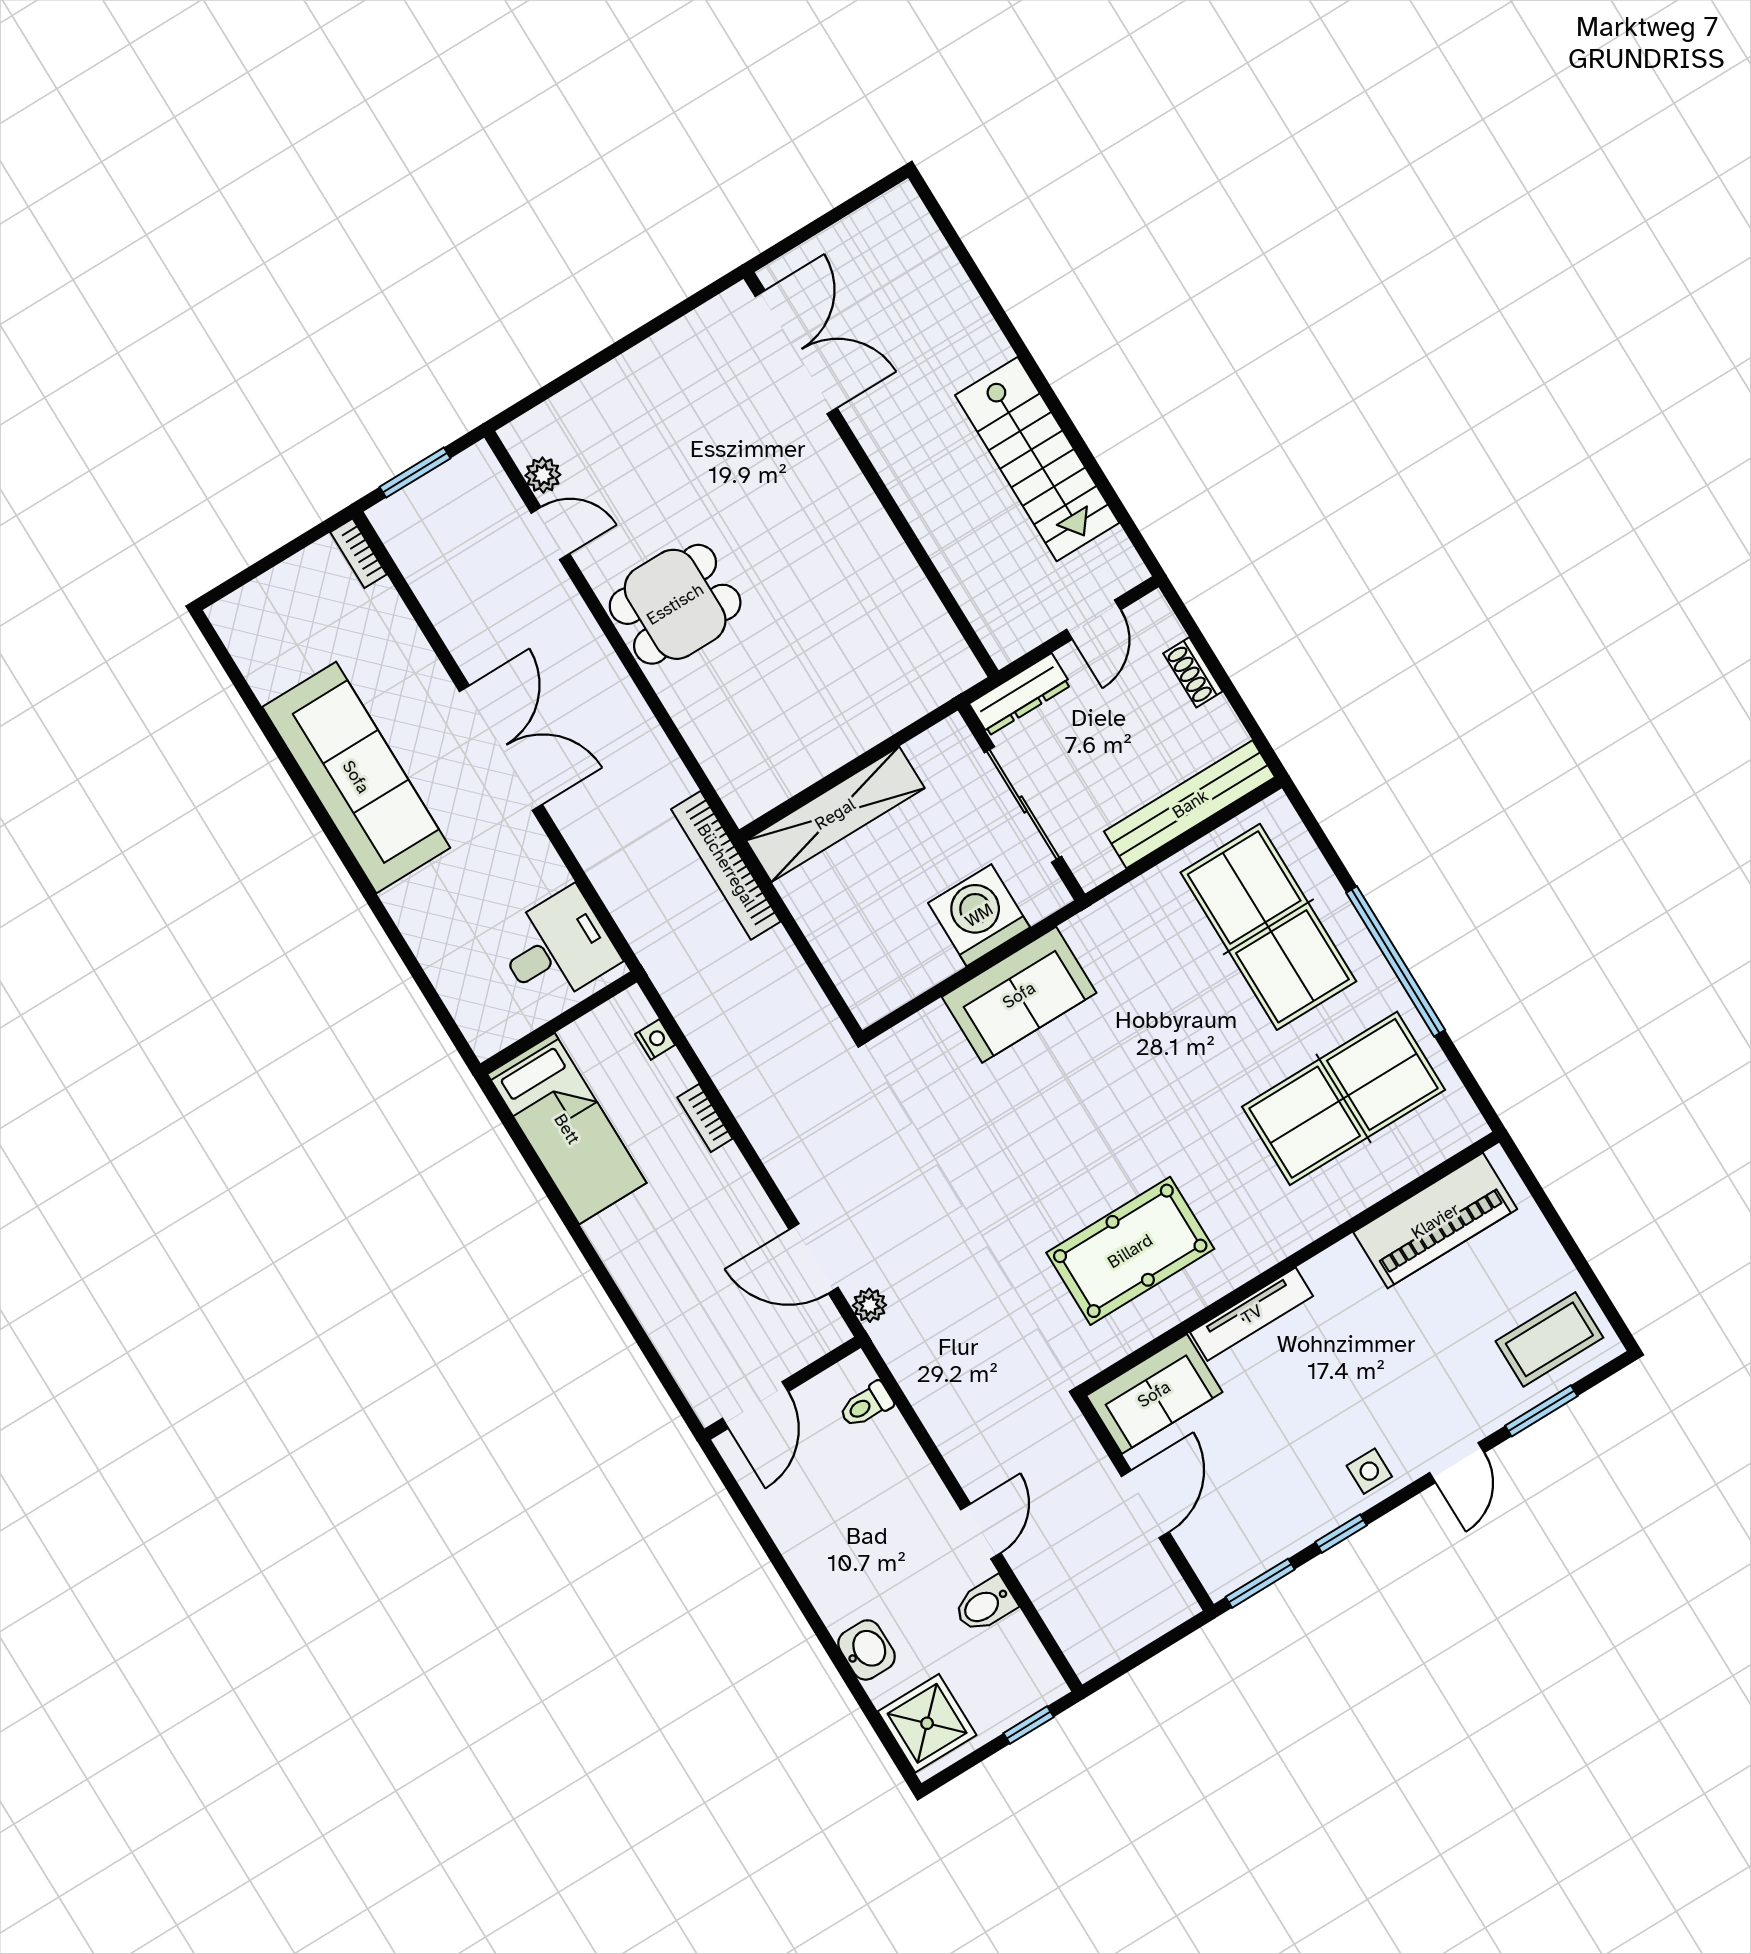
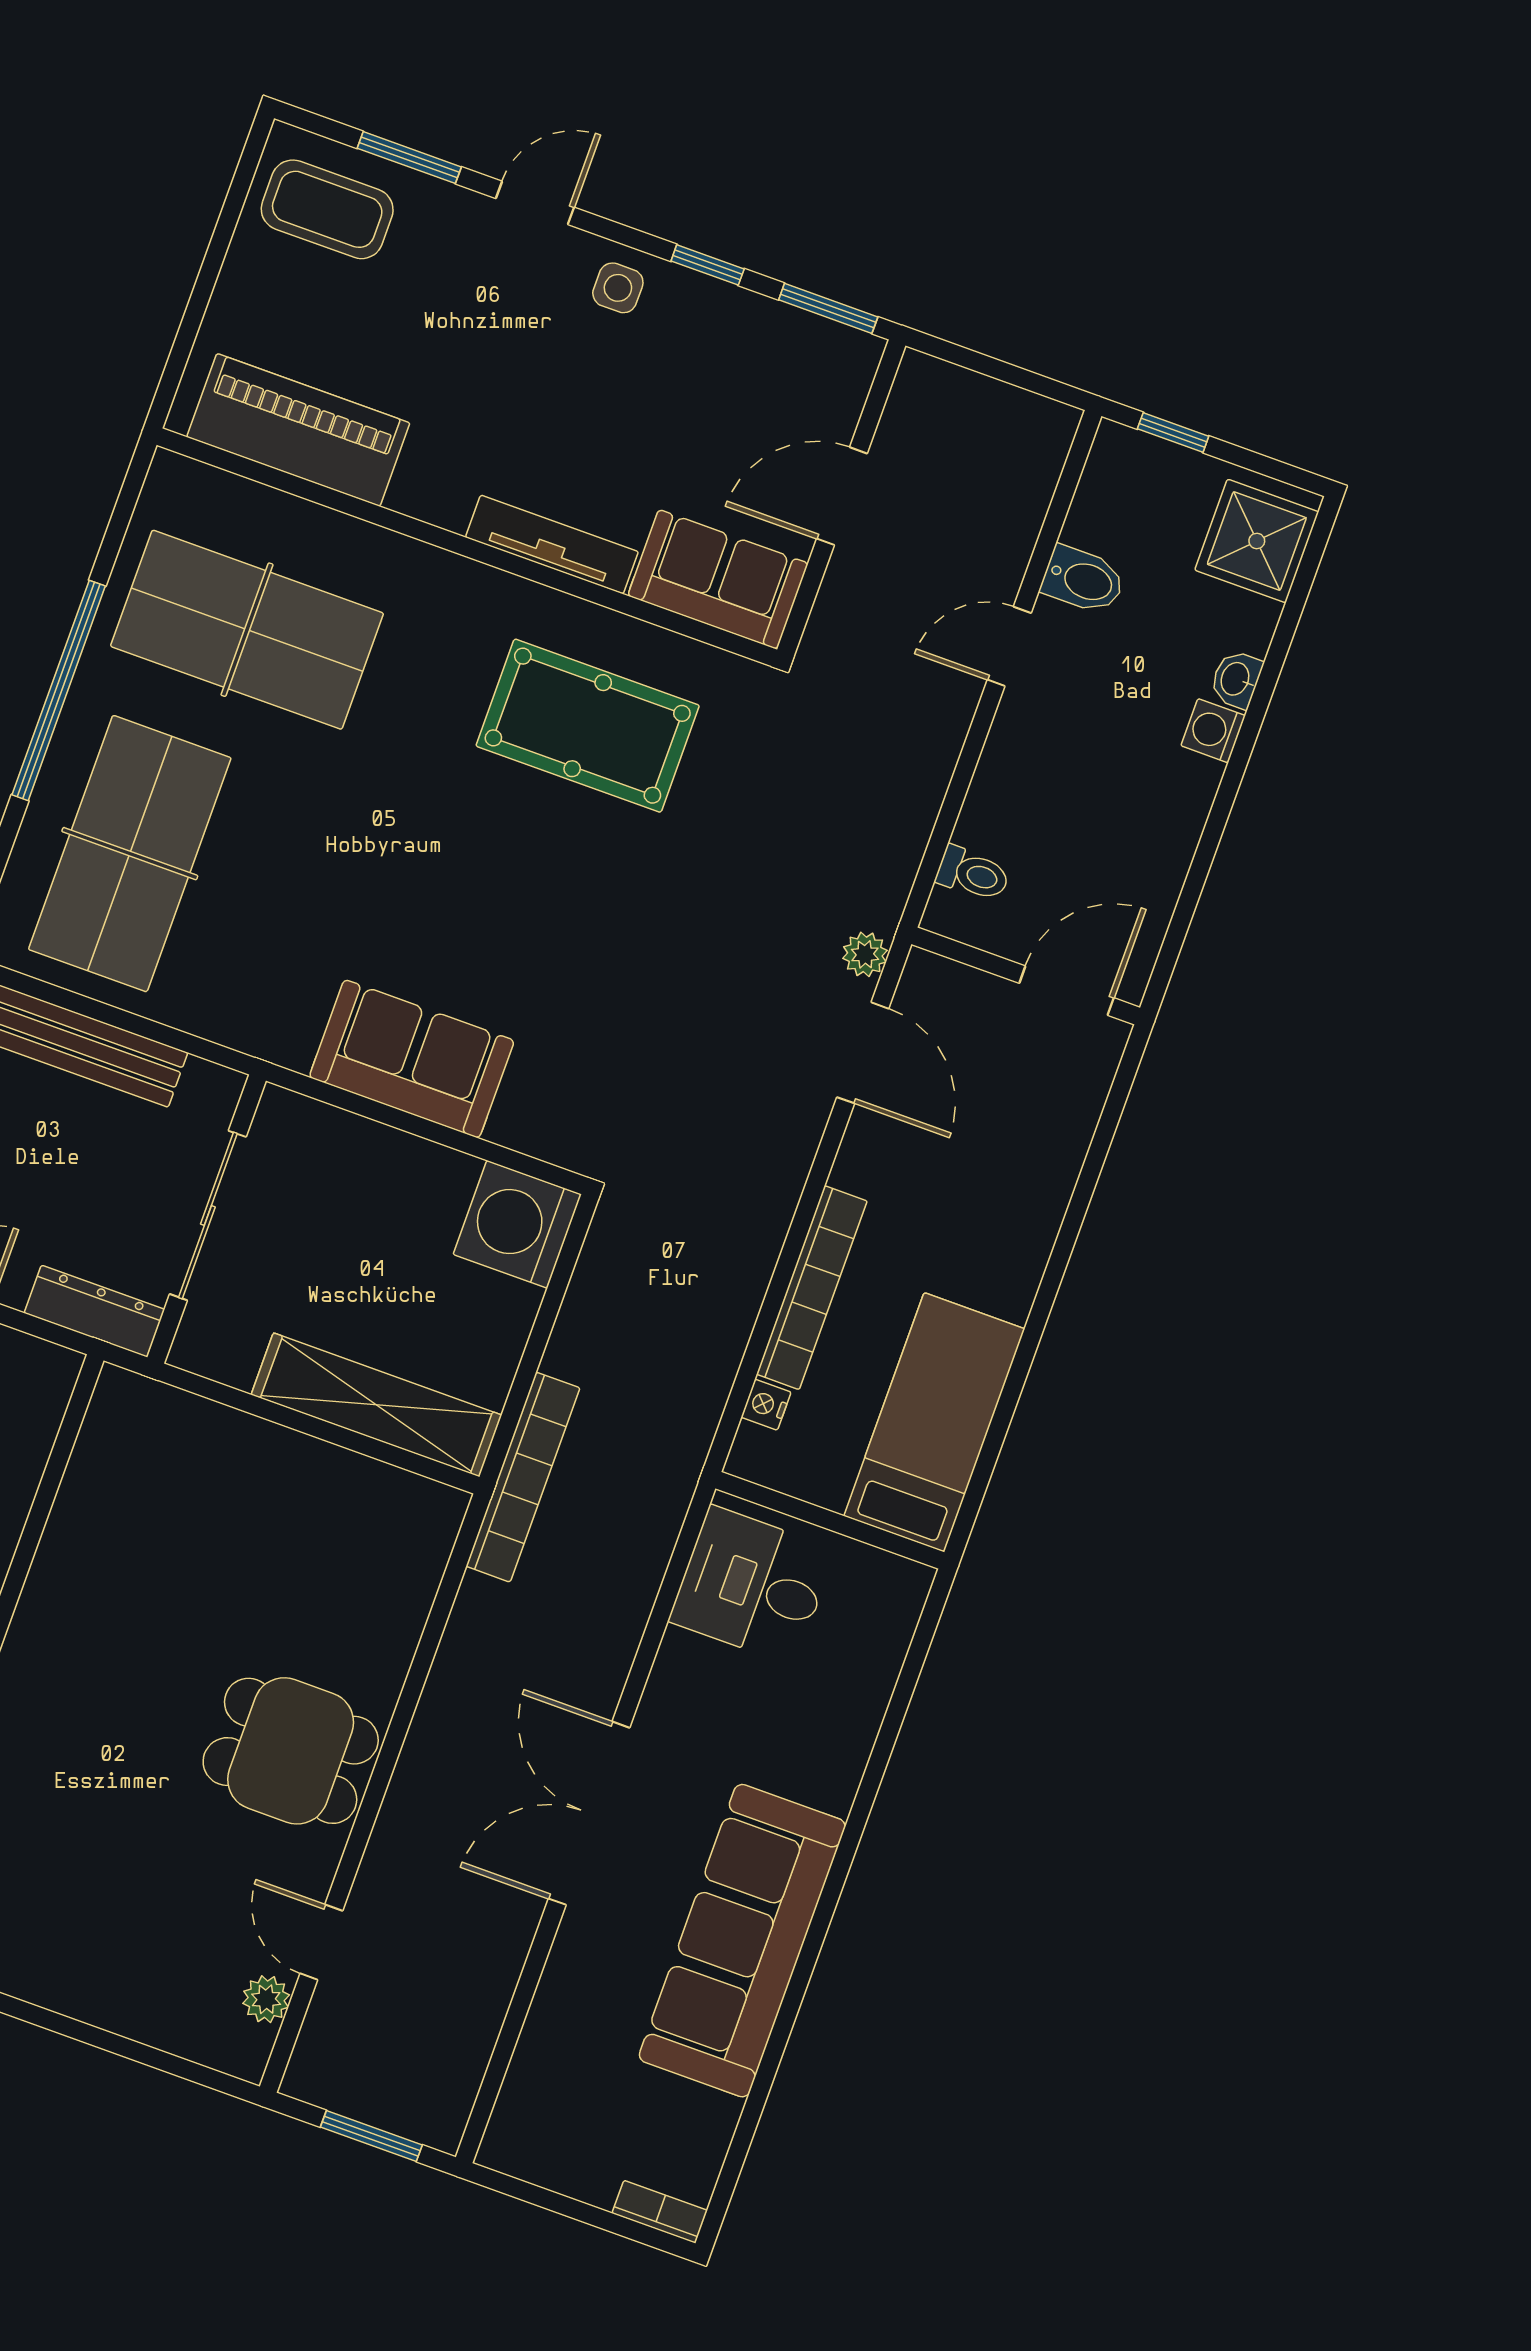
bookcase: (359, 553) -> (660, 2212), moved, turned -90
washing machine: (979, 915) -> (517, 1224), moved, turned 90
bookcase: (705, 1118) -> (812, 1288), width x2.31, depth x1.31
washing machine: (838, 1610) -> (1213, 731), added
washbasin: (867, 1650) -> (1236, 679), width x0.72, depth x0.69

